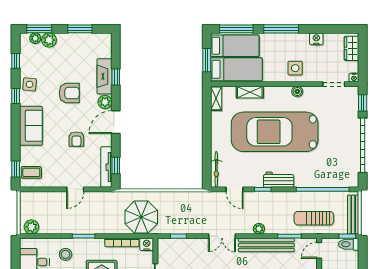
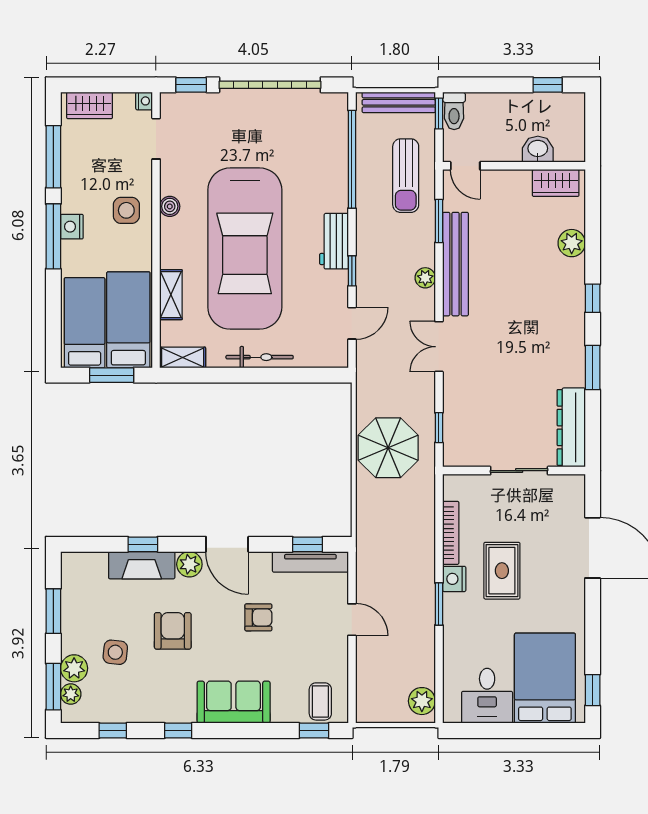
window: (236, 29) -> (53, 157), moved
nightstand: (316, 39) -> (72, 227), moved
side table: (30, 84) -> (115, 652), moved
bicycle: (216, 169) -> (260, 357), moved
parasol: (141, 217) -> (388, 448), moved
double door: (222, 236) -> (439, 347), swing flipped
nightstand: (147, 244) -> (454, 579), moved
stool: (66, 254) -> (473, 638), removed

